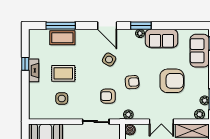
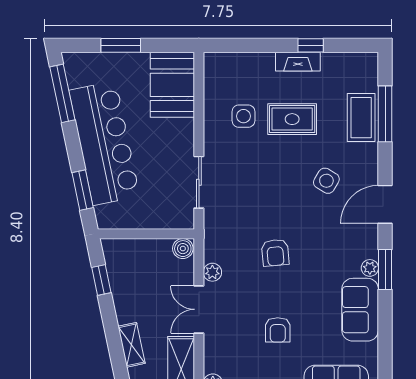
side table: (109, 60) -> (326, 181), moved
rug: (63, 73) -> (292, 119), turned 90
armchair: (172, 81) -> (278, 330), width x0.53, depth x0.53
armchair: (108, 96) -> (248, 206), removed
plant: (128, 115) -> (212, 272), moved

